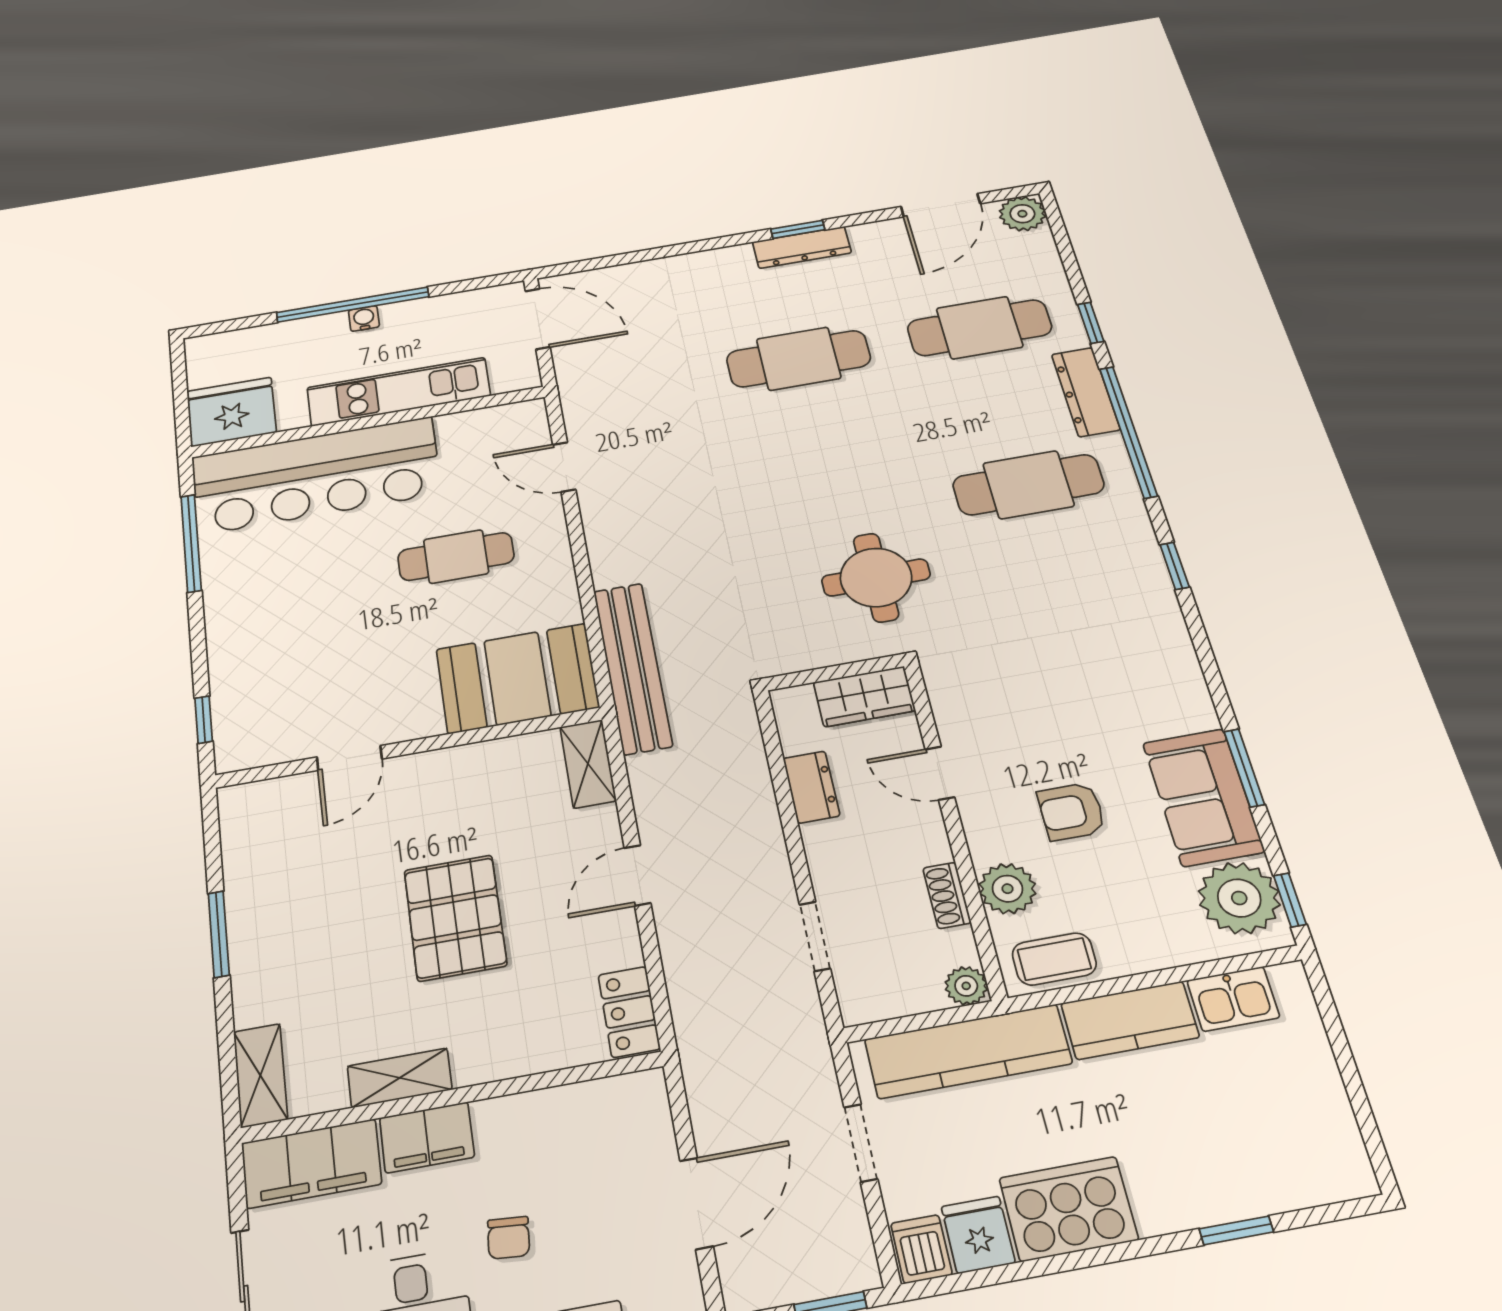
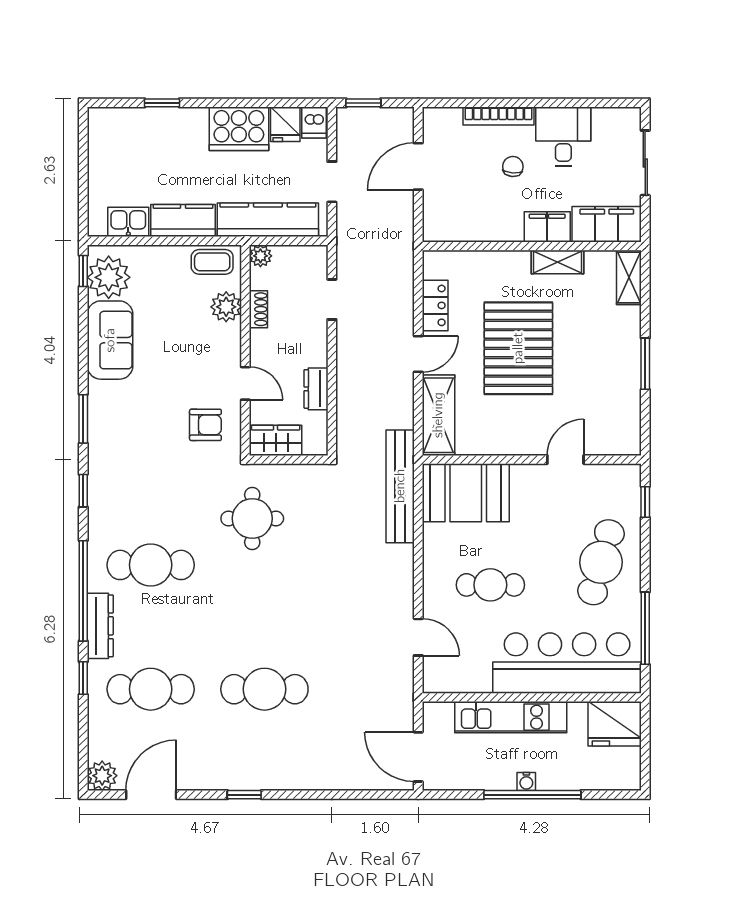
dresser: (802, 247) -> (245, 779), removed
cafe table: (273, 620) -> (601, 562), added
shelving: (588, 764) -> (438, 415), width x1.50, depth x1.33
window: (1244, 768) -> (83, 419), moved
armchair: (1071, 812) -> (205, 425), moved
pallet: (455, 918) -> (518, 348), width x1.37, depth x1.41
locker: (629, 1012) -> (435, 305), moved

